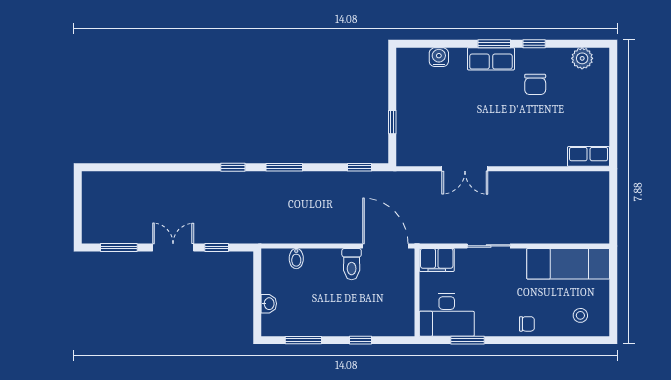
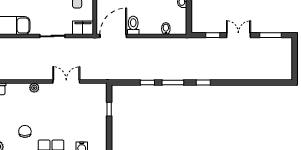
plant: (519, 158) -> (34, 88), added
window: (359, 167) -> (147, 82), moved
door: (385, 246) -> (113, 36), swing flipped
double door: (173, 248) -> (238, 35), swing flipped

